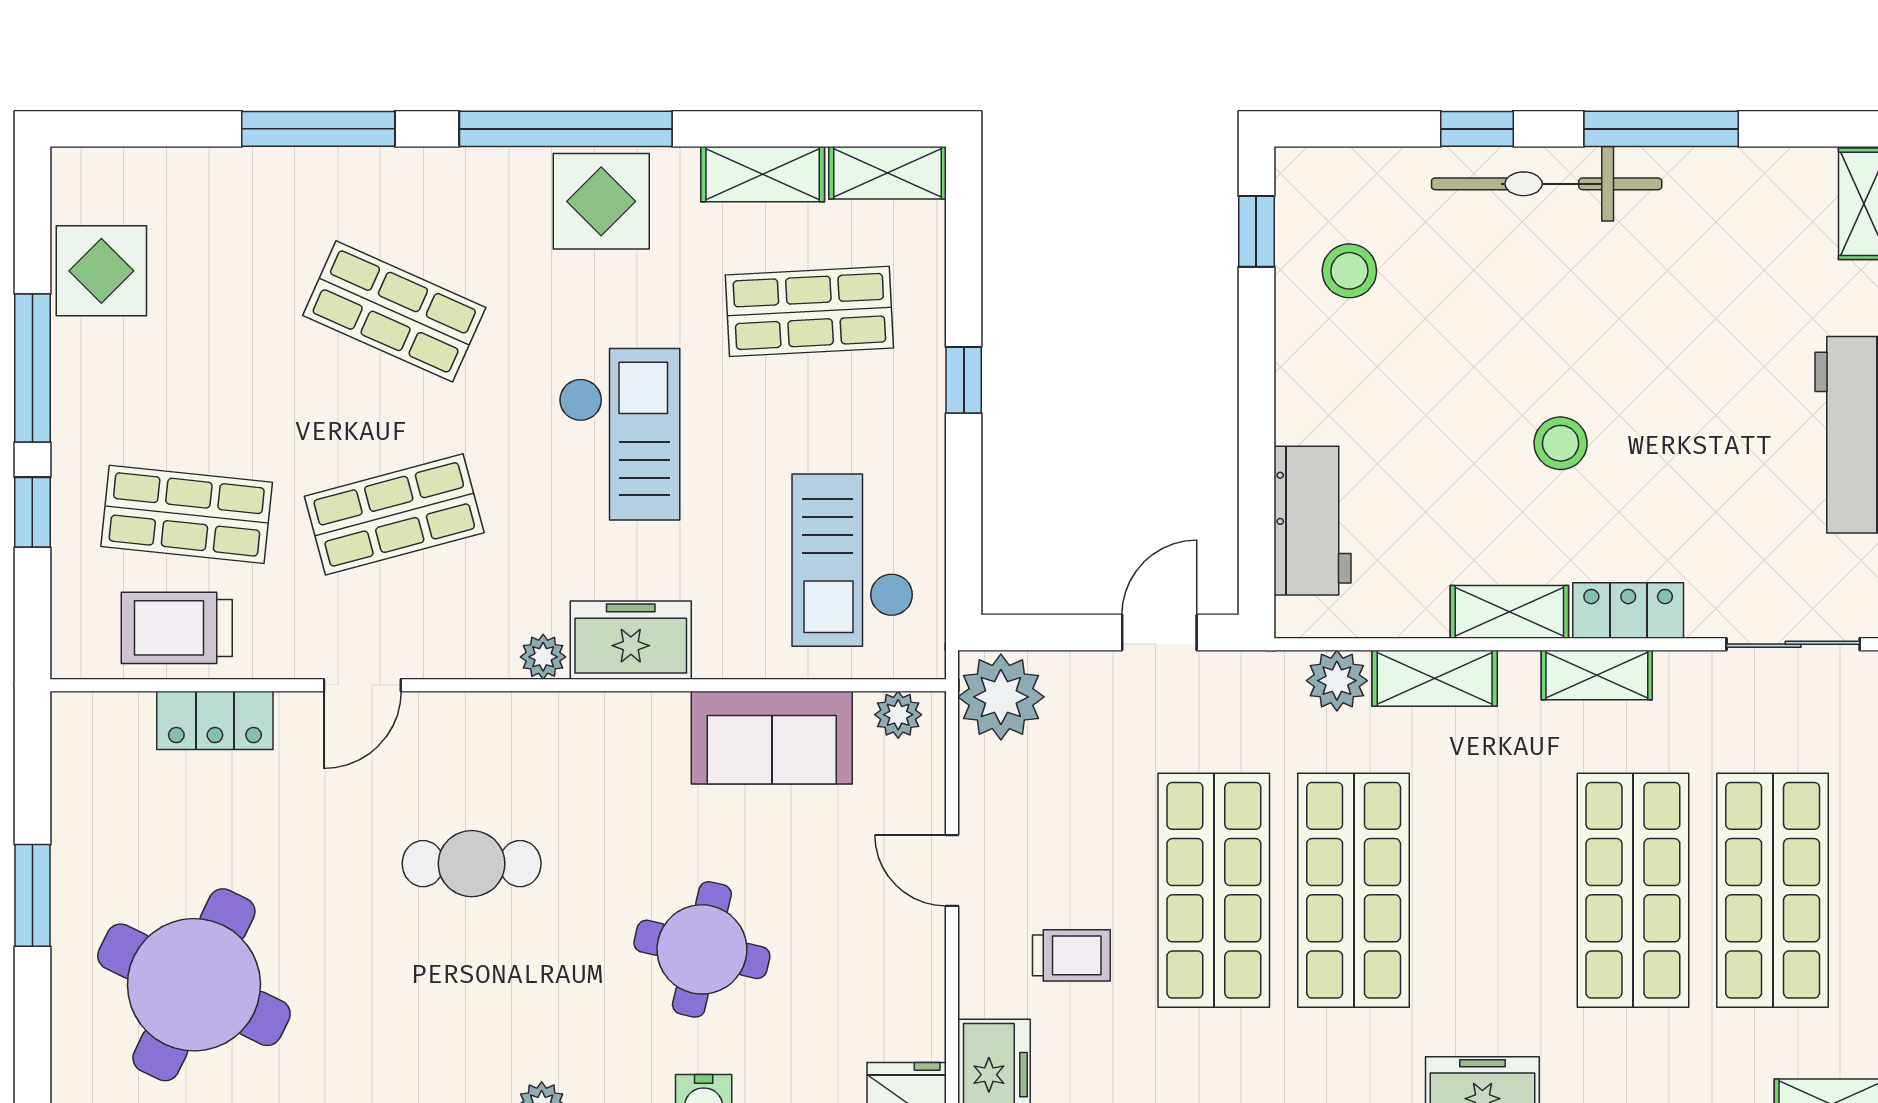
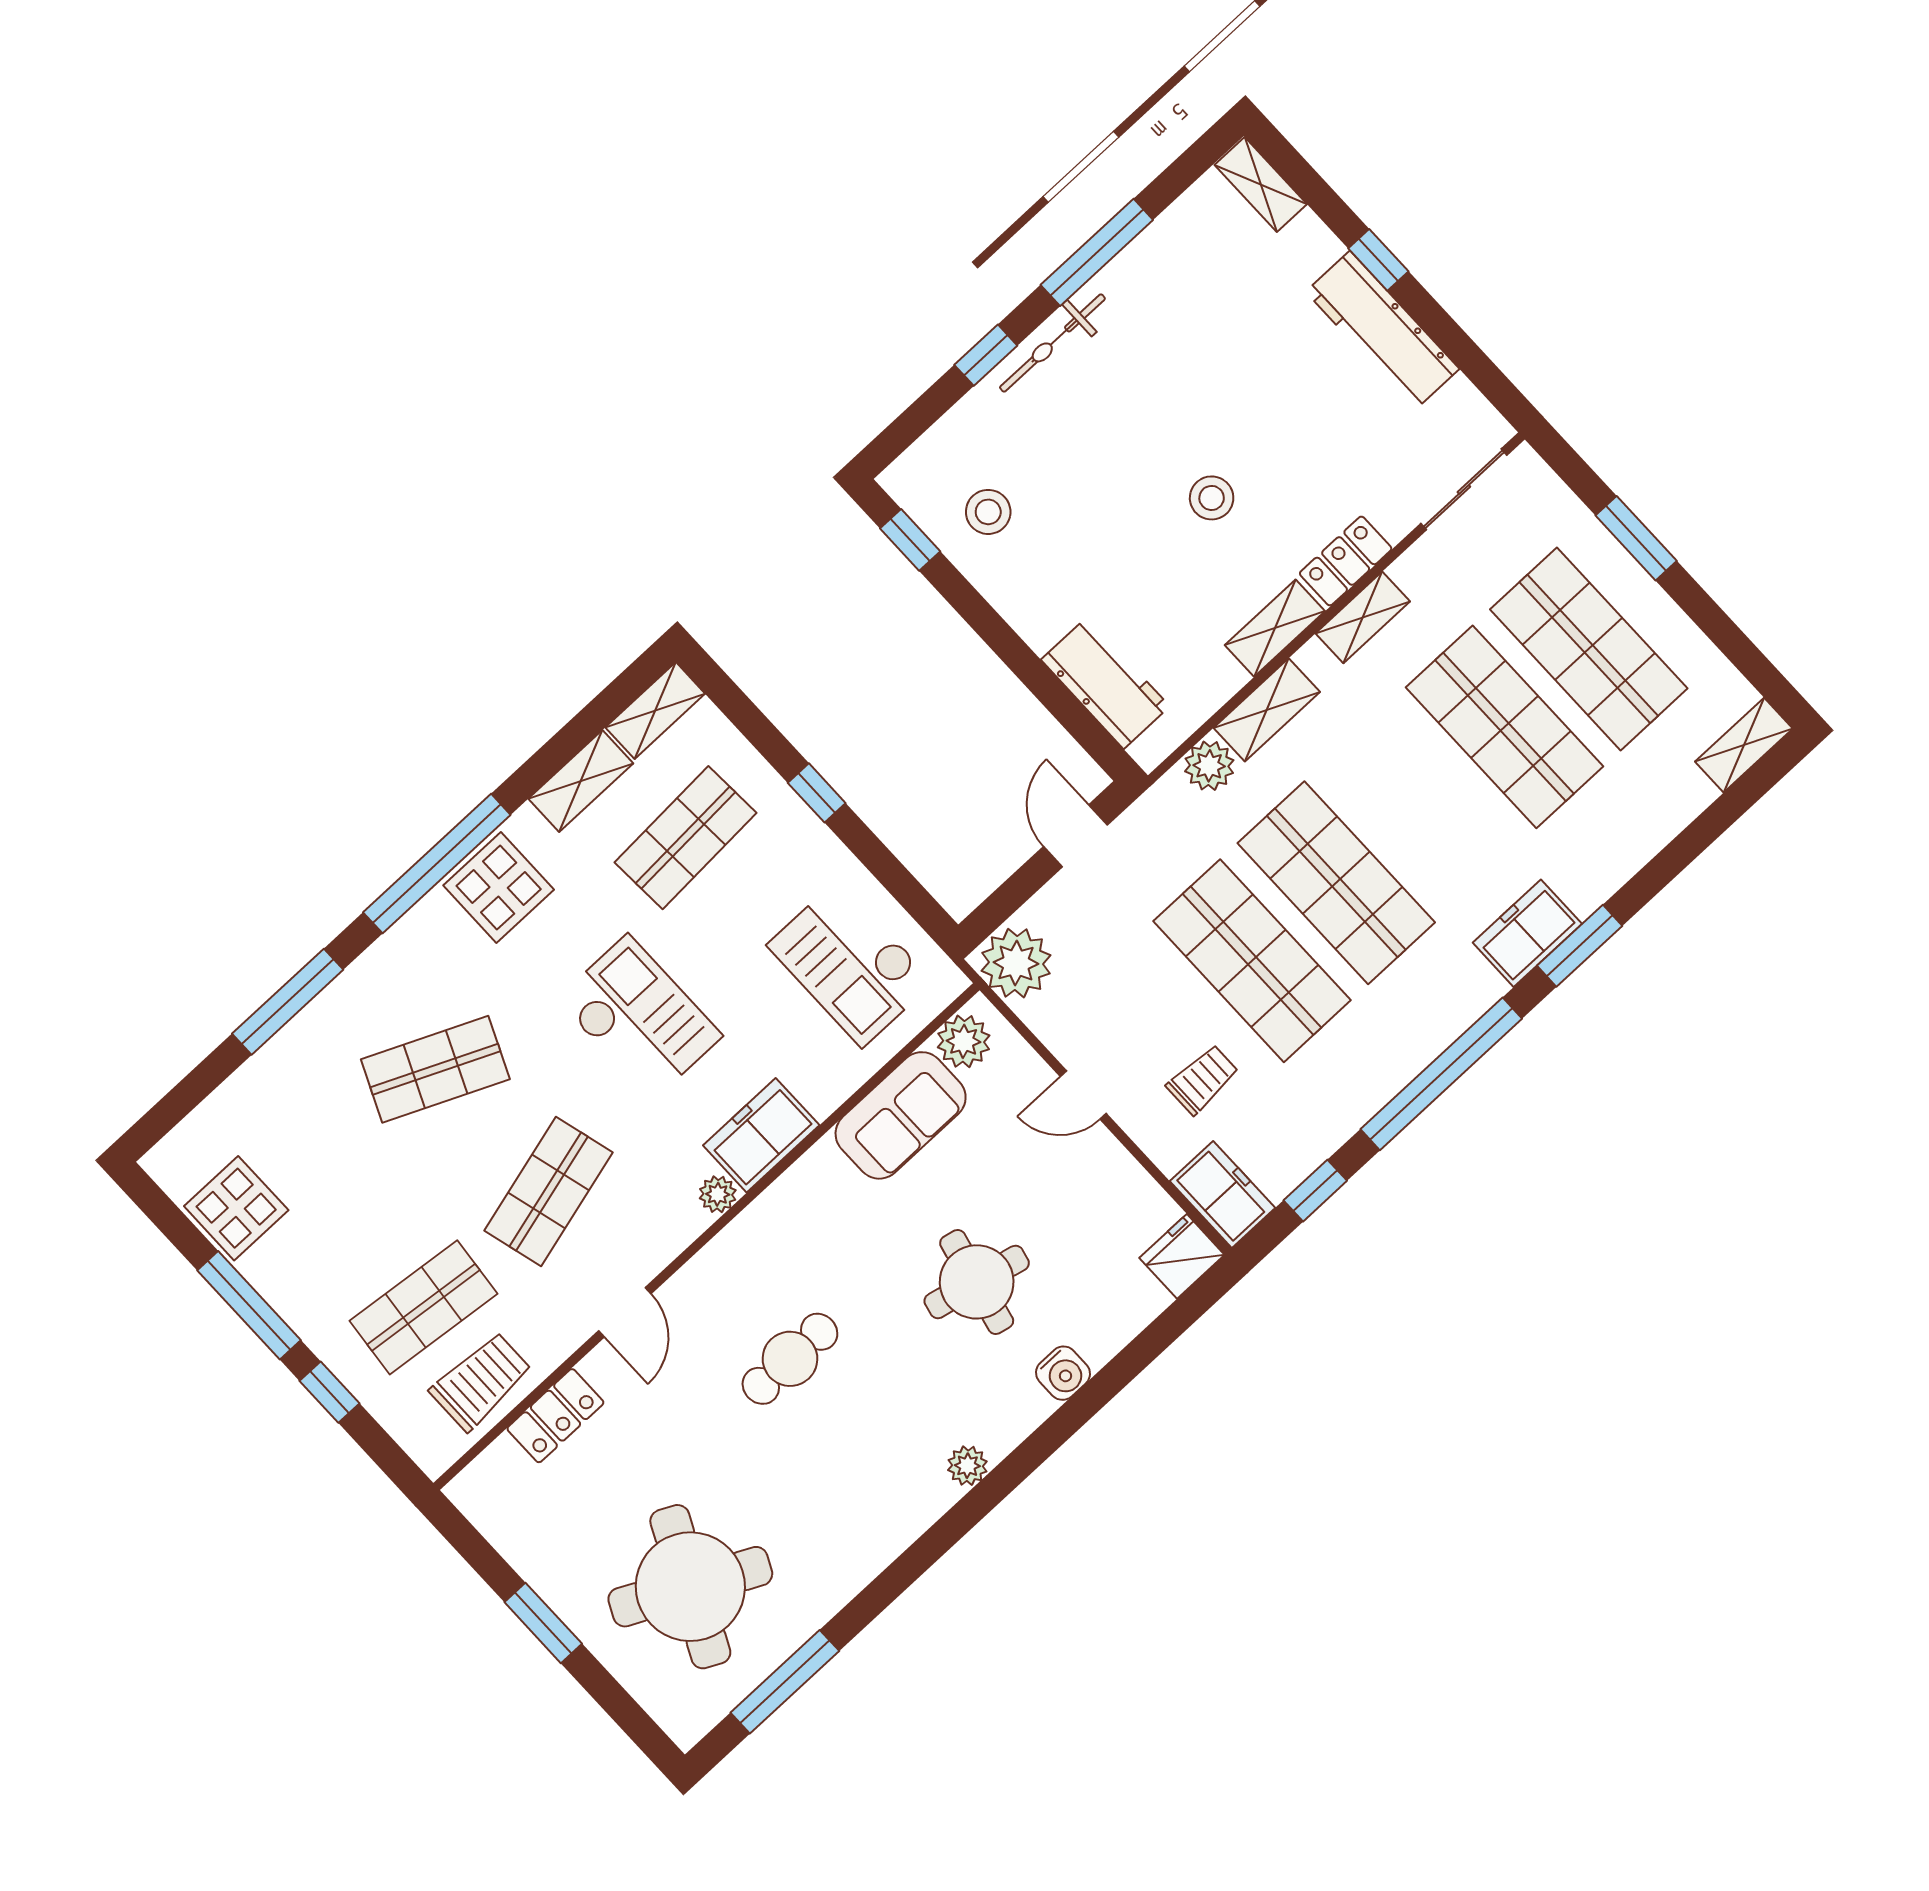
bicycle: (1547, 184) -> (1052, 343), width x0.73, depth x0.71
trolley: (177, 628) -> (481, 1381), turned 180
plant: (898, 715) -> (964, 1041), width x1.38, depth x1.38

